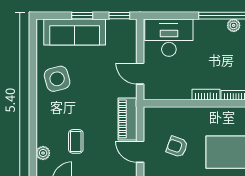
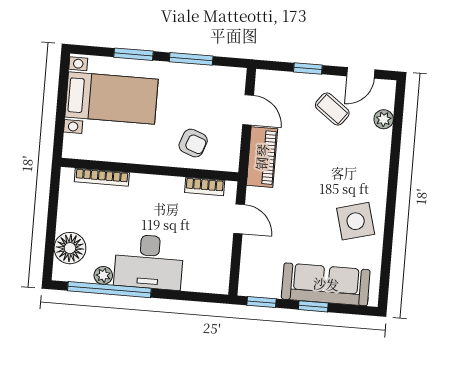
desk: (169, 38) -> (149, 262), moved
bookcase: (206, 95) -> (205, 186), moved
coffee table: (76, 141) -> (332, 109), moved, turned -53
armchair: (177, 147) -> (193, 143), moved

